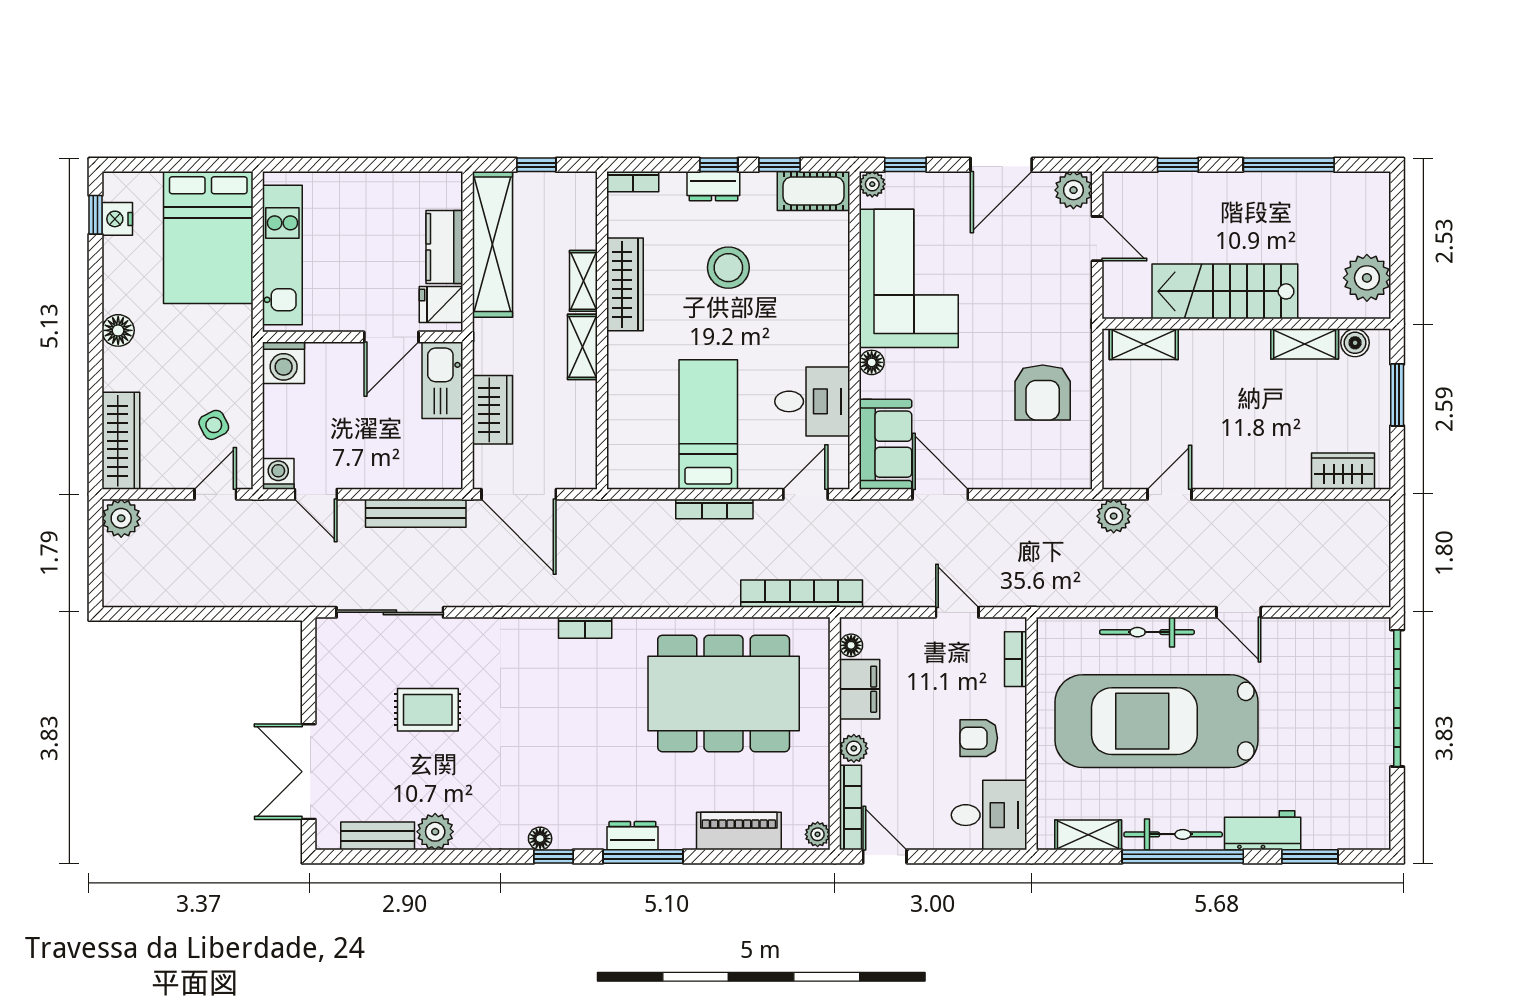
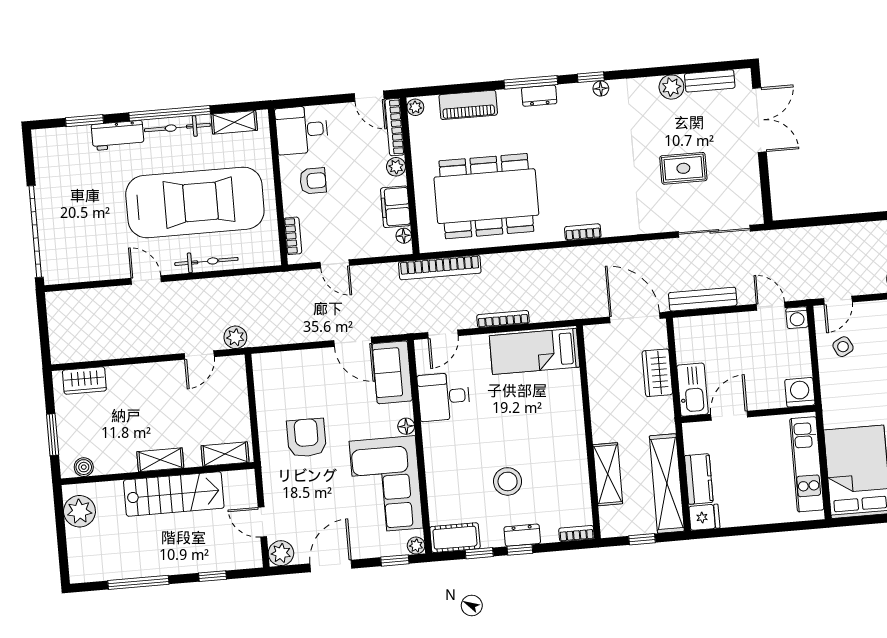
shelving: (583, 281) -> (608, 474), width x1.50, depth x1.33
wardrobe: (625, 284) -> (576, 464), removed
fridge: (441, 304) -> (704, 517), moved
shelving: (1305, 344) -> (160, 460), moved
shelving: (582, 347) -> (601, 420), removed
armchair: (1043, 392) -> (307, 438), moved
bed: (708, 424) -> (534, 351), moved, turned 90

